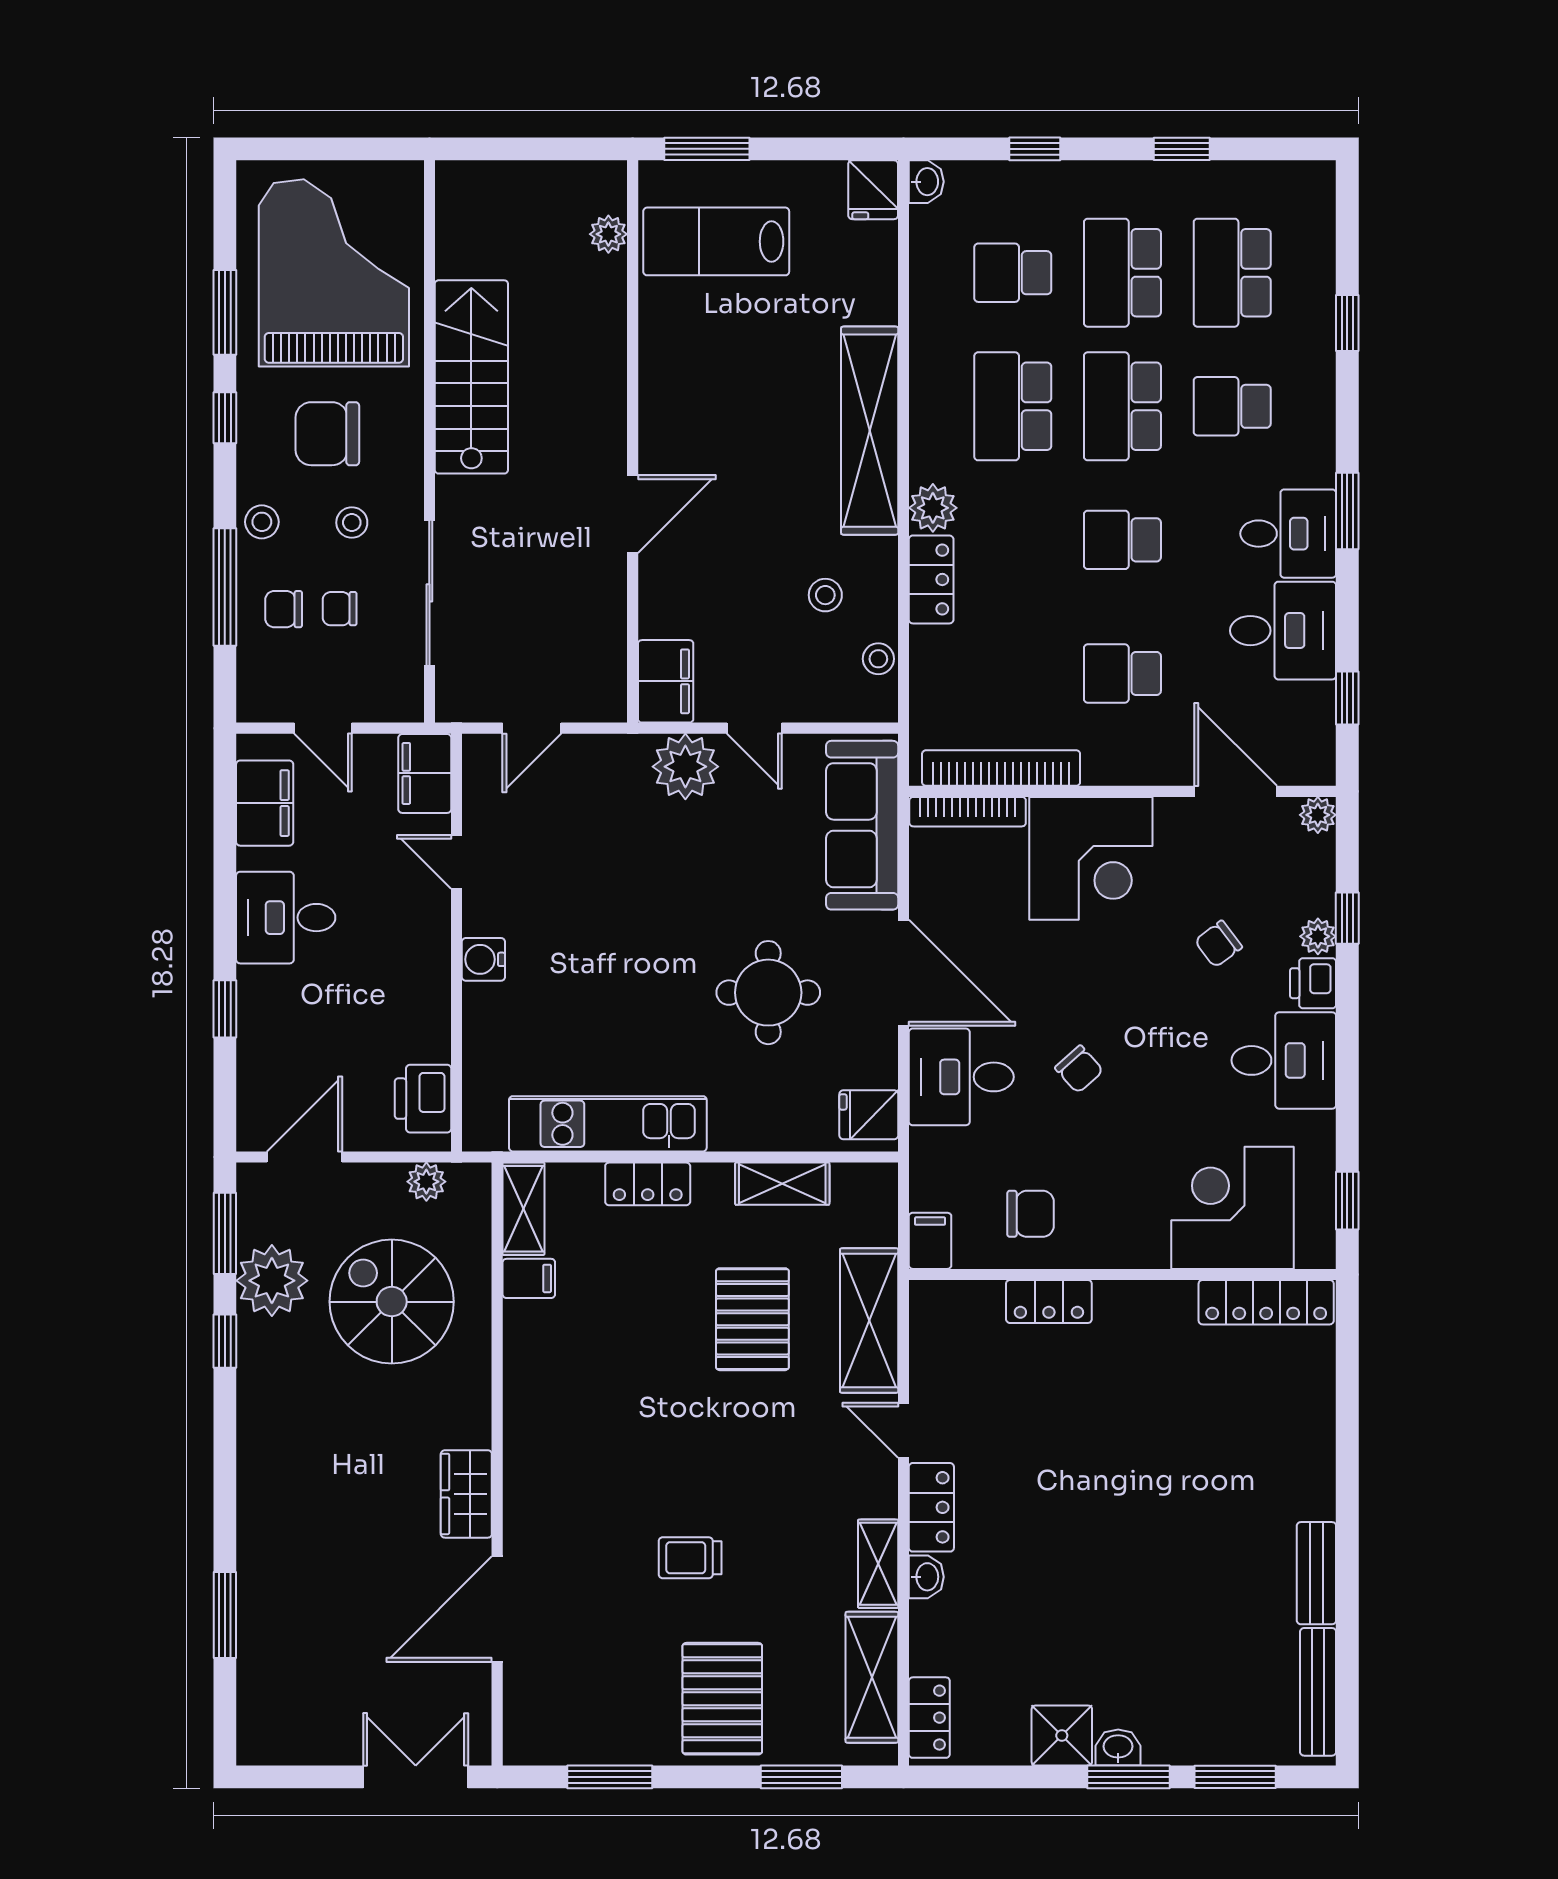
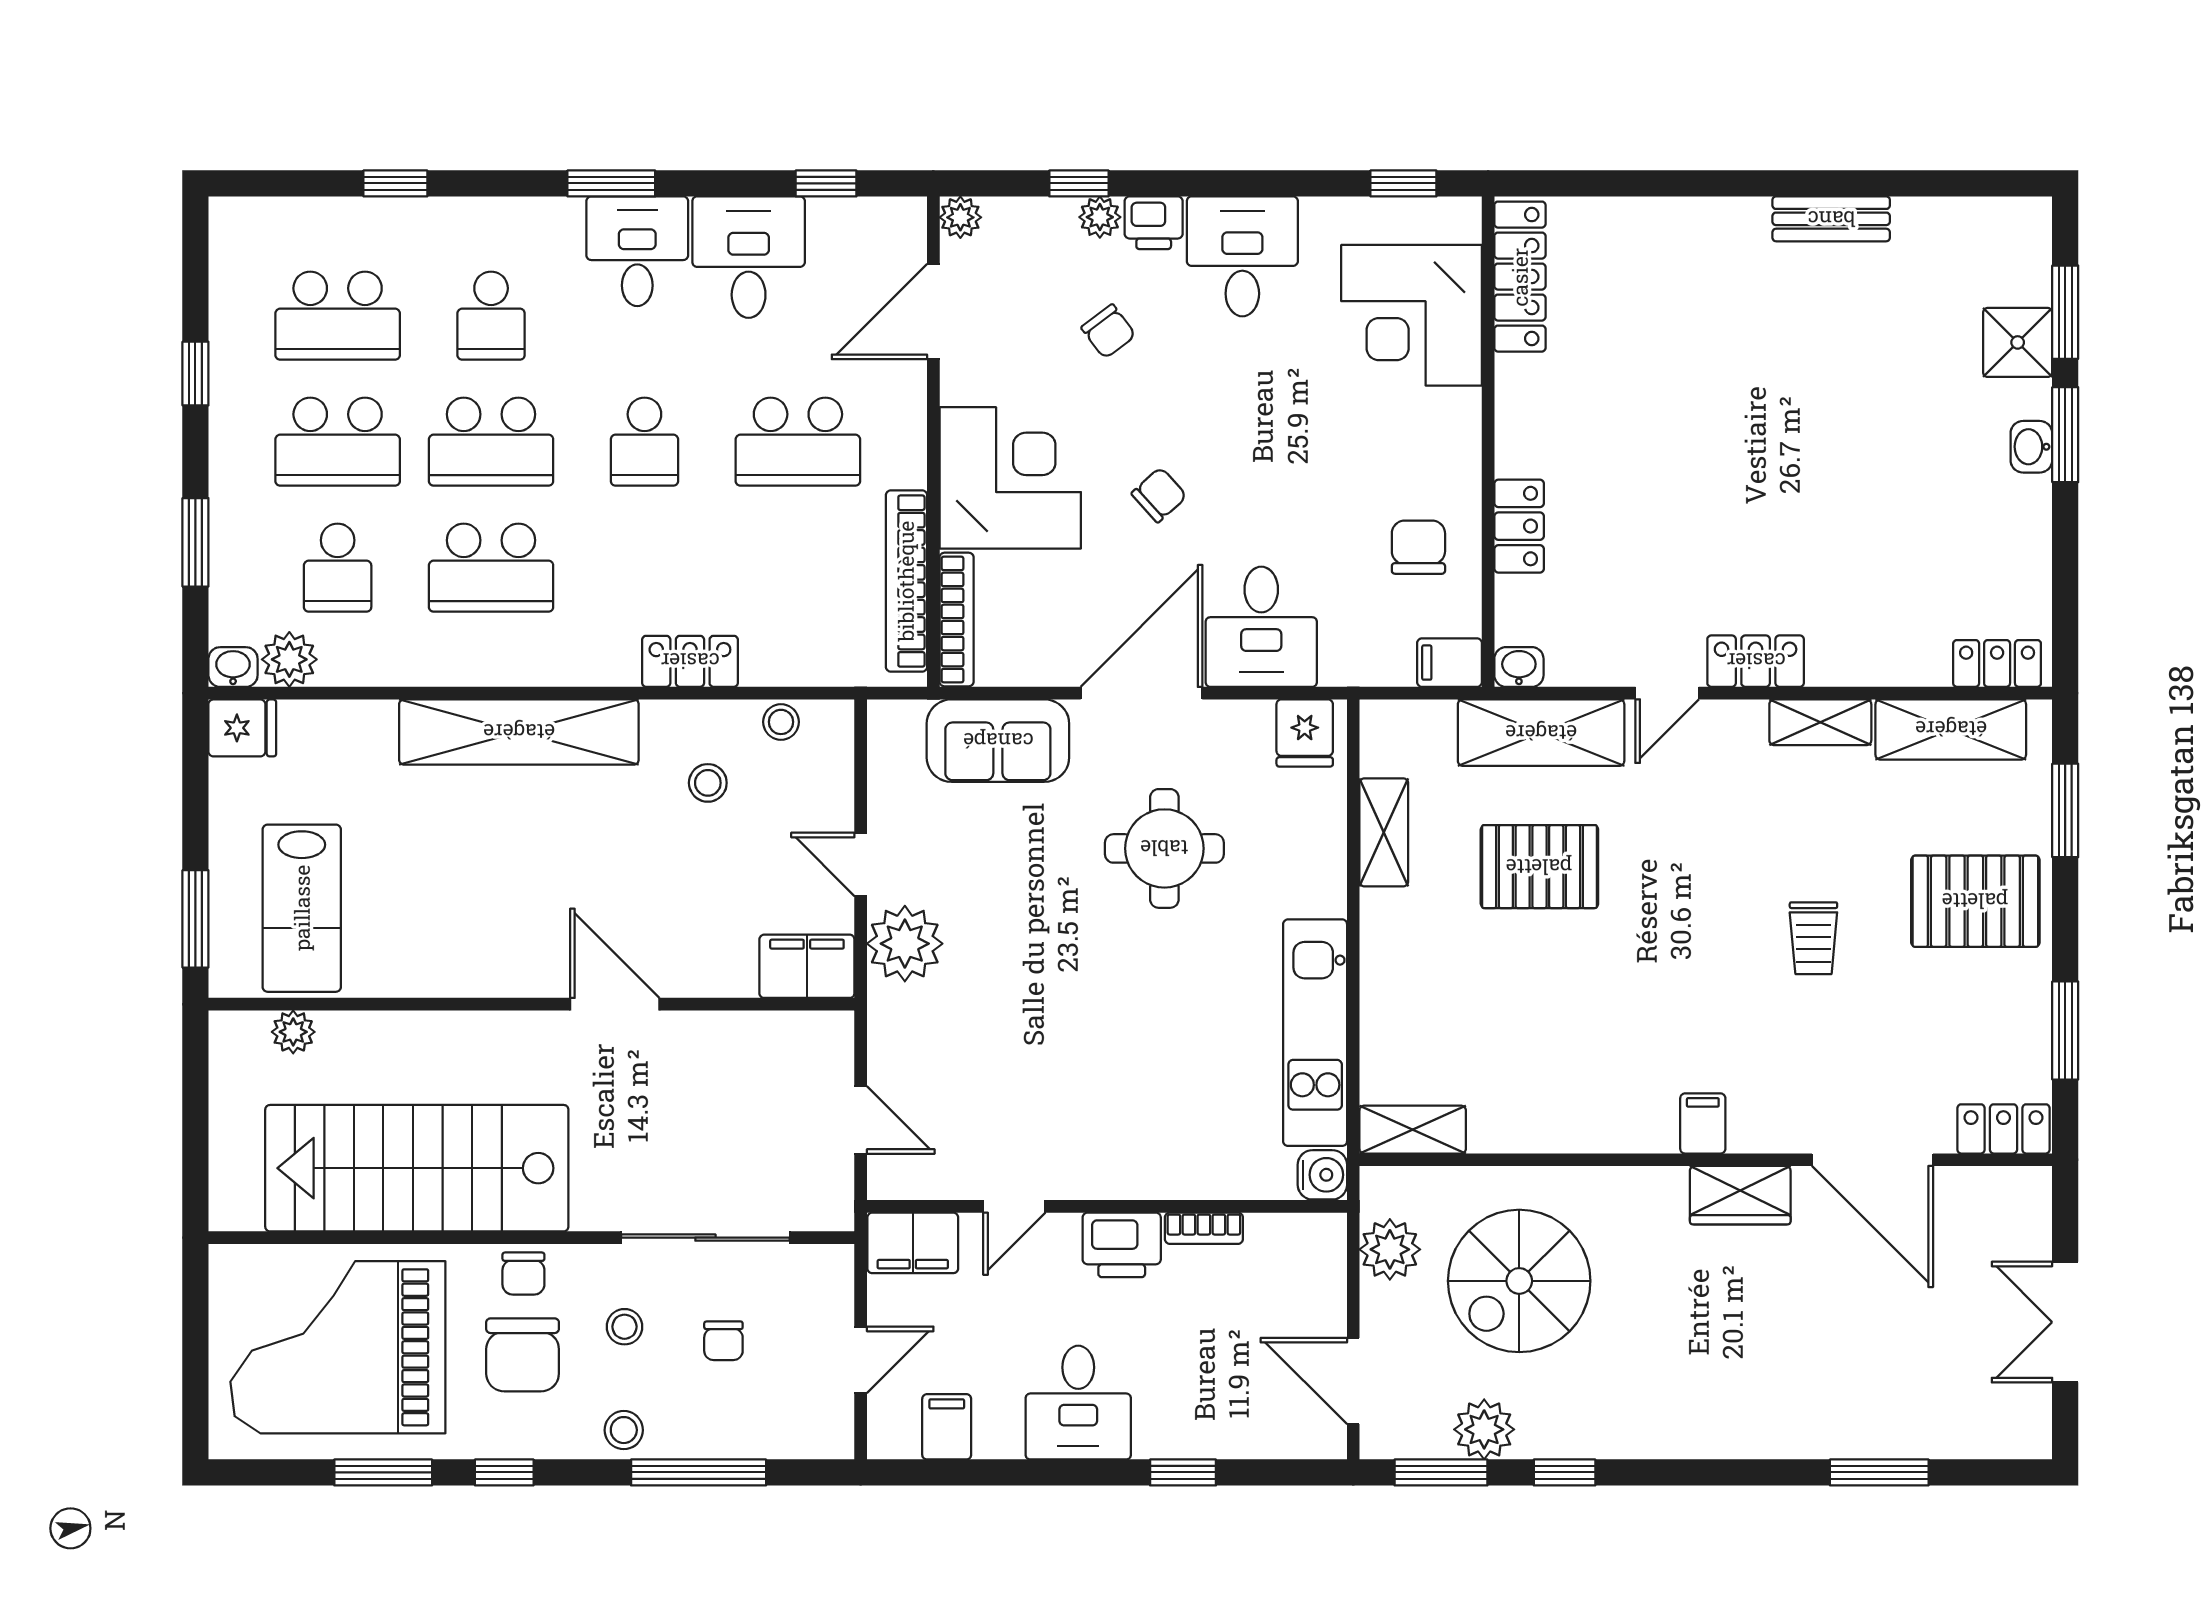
window: (1035, 149) -> (195, 542), width x1.50
stairs: (471, 377) -> (417, 1168), width x1.36, depth x1.51
plant: (933, 508) -> (289, 659), moved
chair: (284, 609) -> (523, 1273), moved
school desk: (1122, 673) -> (798, 442), width x1.85
door: (754, 728) -> (861, 864), swing flipped
filing cabinet: (265, 803) -> (947, 1427), width x0.50
sofa: (862, 825) -> (998, 741), width x0.73
water cooler: (483, 959) -> (1322, 1175), moved, turned -90
bookcase: (438, 1027) -> (1204, 1228), added
chair: (1079, 1069) -> (1159, 495), moved
printer: (423, 1099) -> (1122, 1245), moved
plant: (426, 1182) -> (1390, 1249), width x1.38, depth x1.38
locker: (648, 1184) -> (2003, 1129), moved, turned -90
filing cabinet: (529, 1278) -> (1703, 1123), moved
plant: (272, 1281) -> (1484, 1429), width x0.73, depth x0.73
washbasin: (926, 1577) -> (1519, 667), moved
bench: (1318, 1692) -> (1967, 217), removed
shower: (1062, 1735) -> (2018, 342), moved
double door: (416, 1777) -> (2065, 1322), moved

